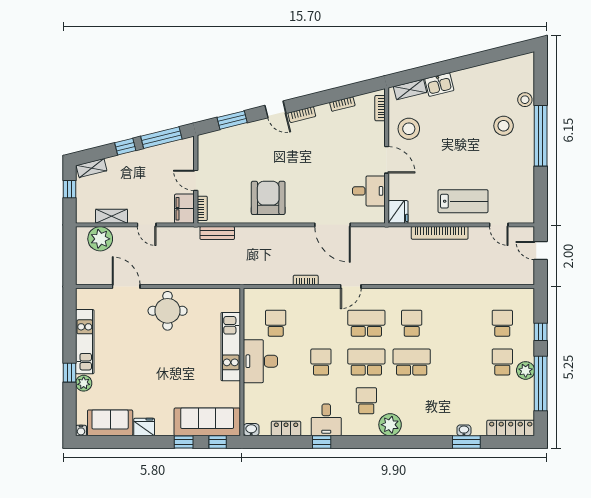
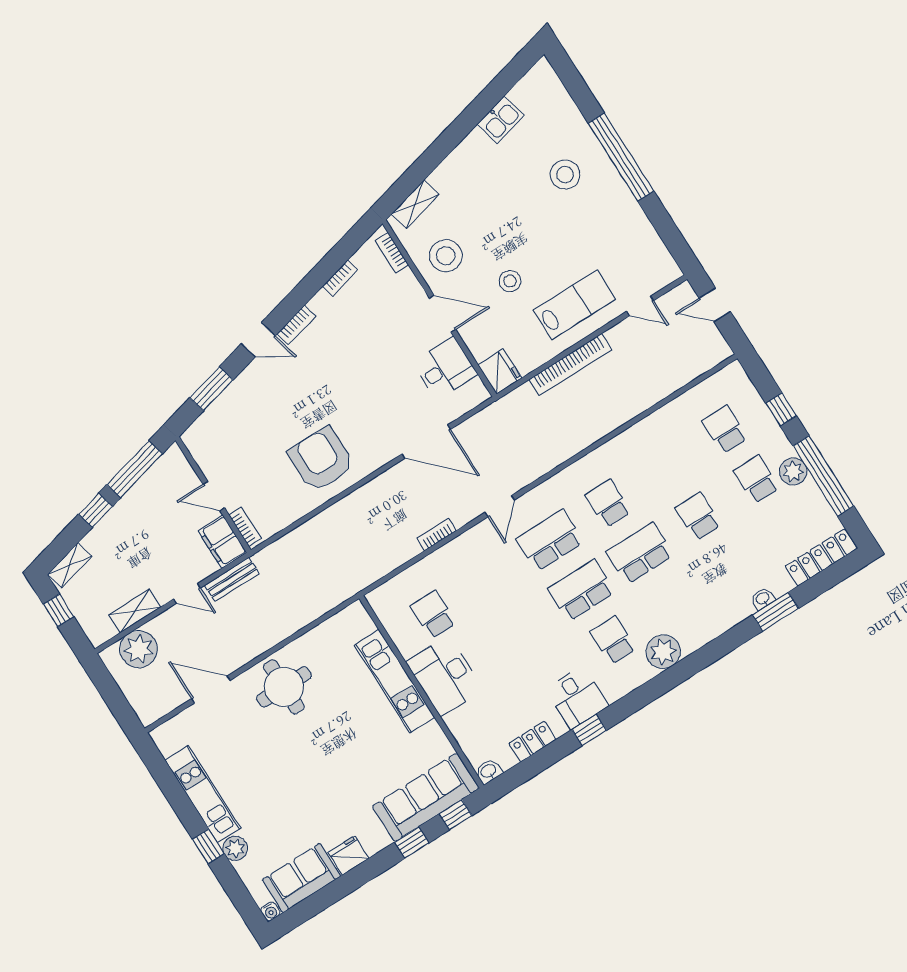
kitchen sink: (439, 85) -> (501, 120), moved
stool: (525, 100) -> (510, 281), moved
bench: (217, 233) -> (232, 580), moved
school desk: (321, 362) -> (698, 516), moved

